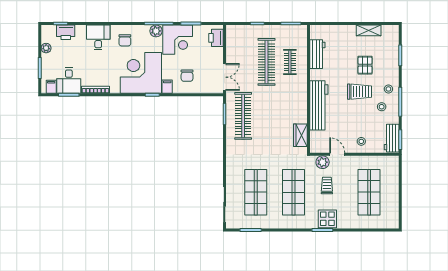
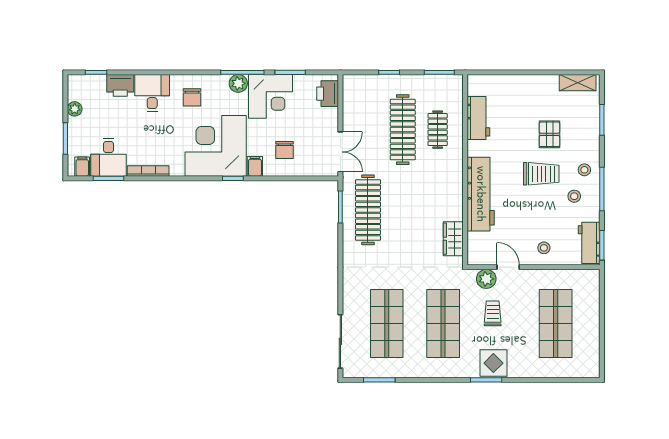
shelving: (369, 30) -> (578, 83), moved
printer: (66, 32) -> (120, 85), moved

